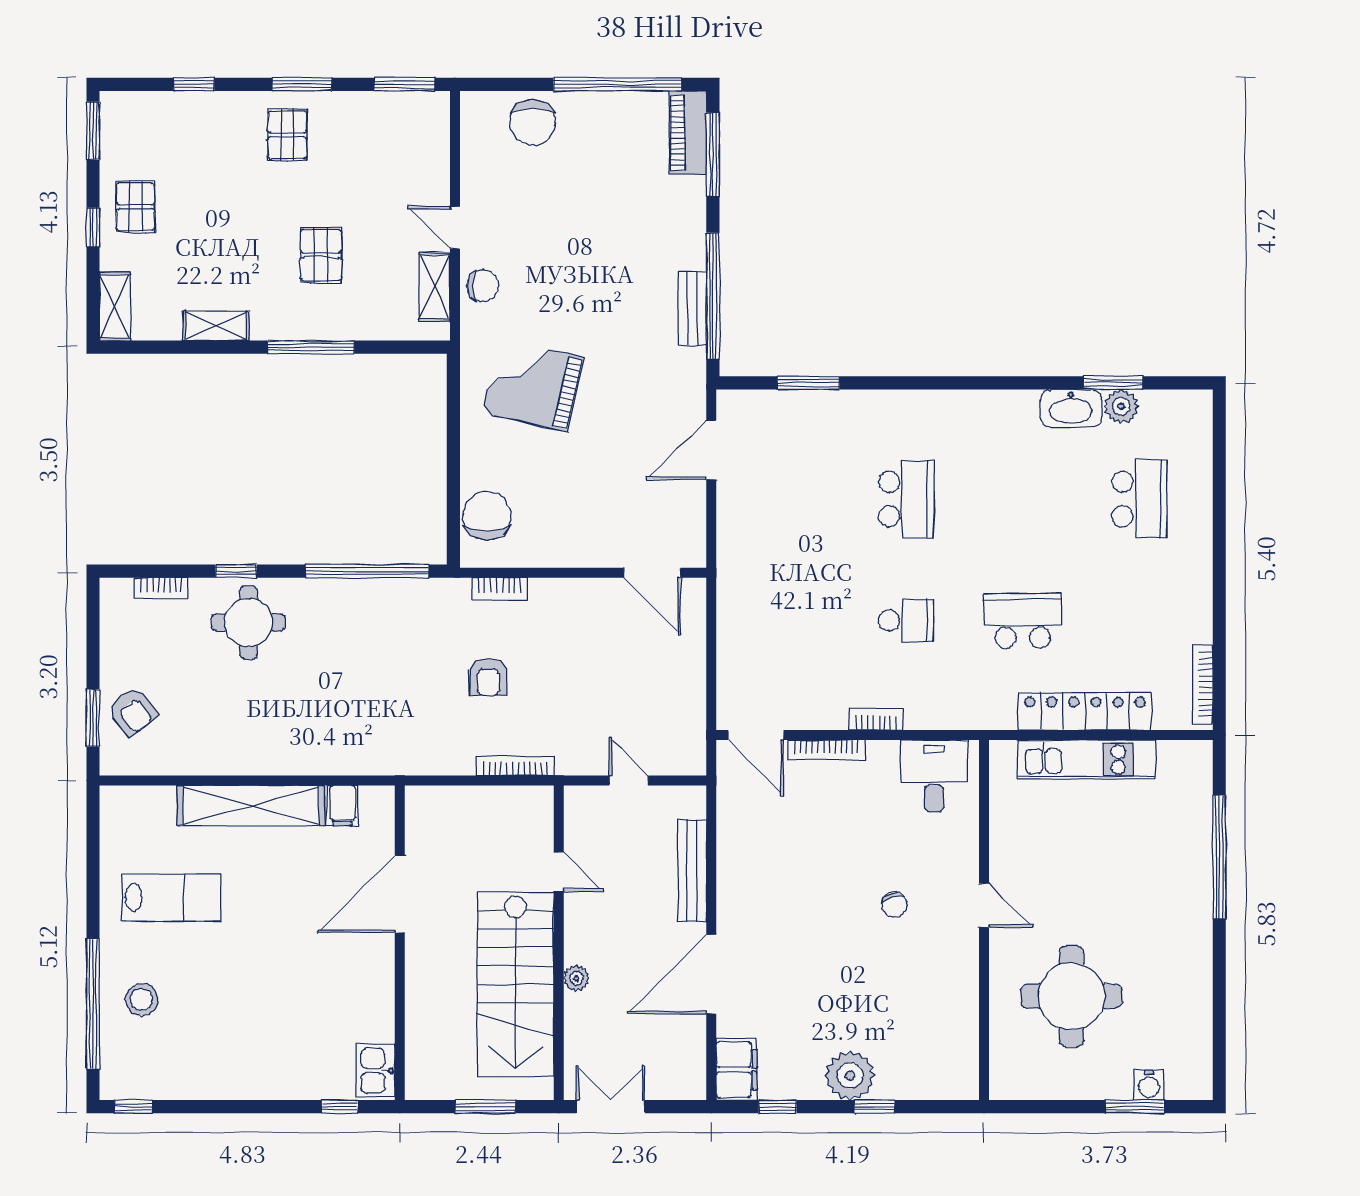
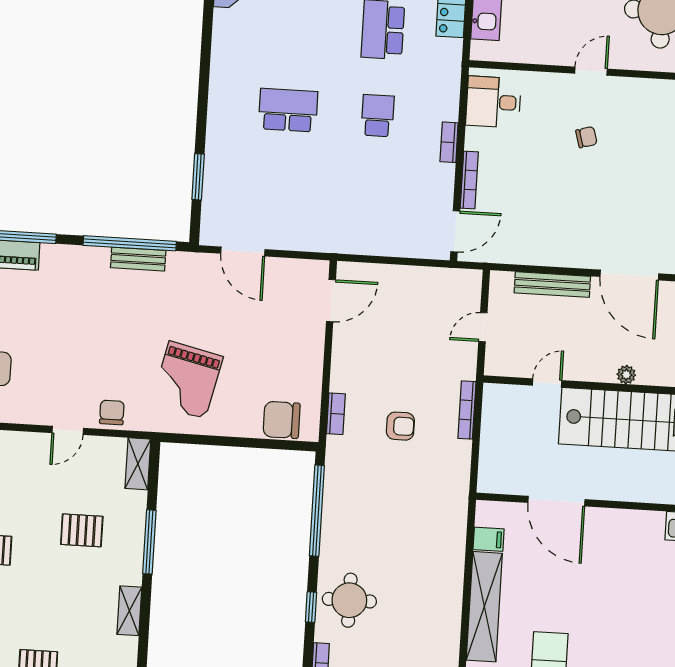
shelving: (435, 287) -> (138, 464), moved, turned 90

